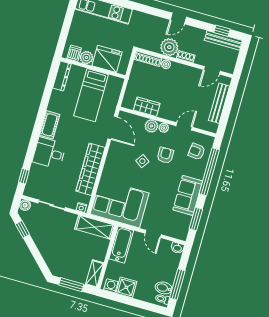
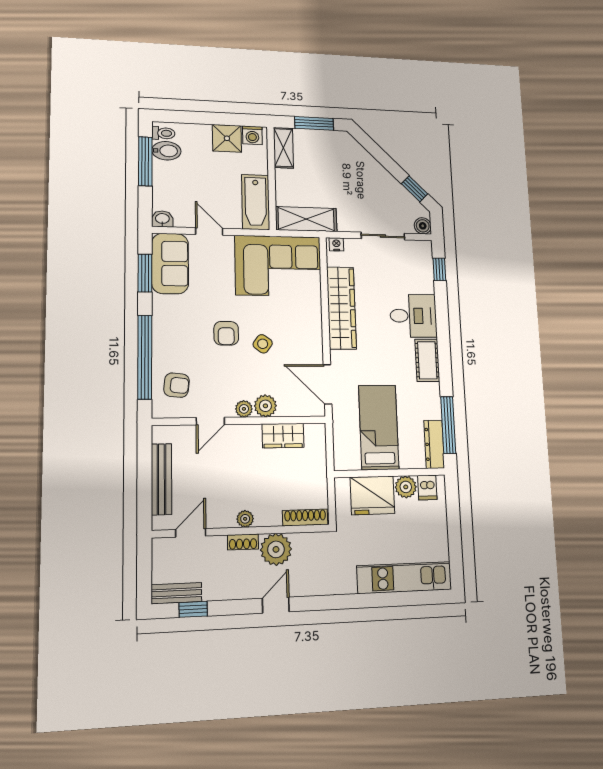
bench: (223, 40) -> (176, 593), width x0.73
plant: (166, 64) -> (245, 519), moved
window: (50, 84) -> (448, 425), added
armchair: (165, 155) -> (226, 333), moved
sofa: (188, 195) -> (170, 263), moved

